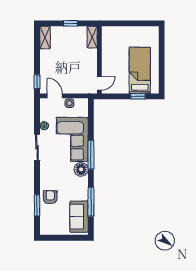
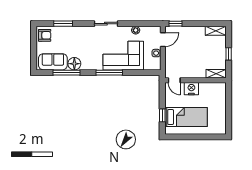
nightstand: (108, 64) -> (191, 89), added
sliding door: (37, 147) -> (106, 24), moved
floor lamp: (81, 169) -> (74, 64), moved
armchair: (50, 197) -> (45, 35), moved

